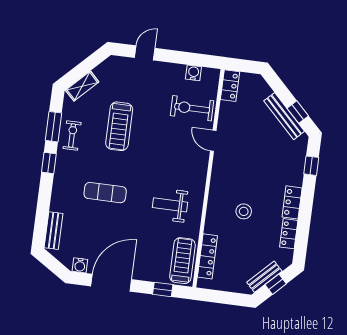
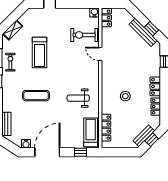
water cooler: (193, 73) -> (94, 12), moved

